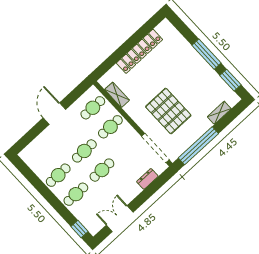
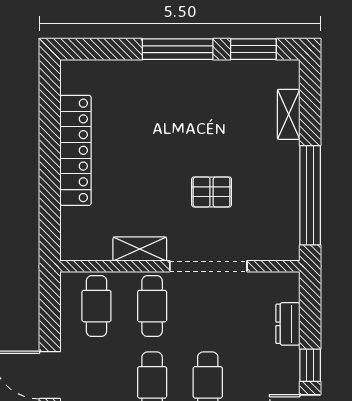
shelving: (117, 95) -> (140, 249), moved
pallet: (168, 111) -> (212, 192), width x0.49, depth x0.50
doorway: (155, 148) -> (208, 266), moved
window: (140, 200) -> (310, 365), added

